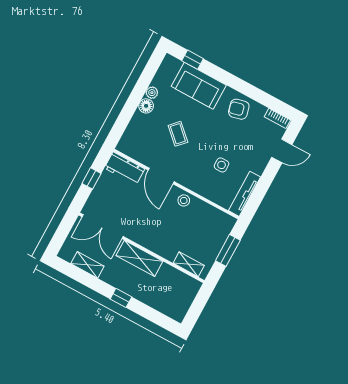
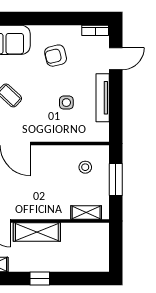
armchair: (239, 109) -> (56, 56), moved
tv unit: (245, 194) -> (103, 98), moved
stool: (184, 200) -> (85, 167), moved

